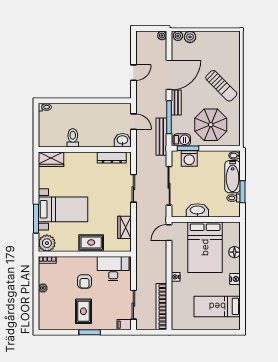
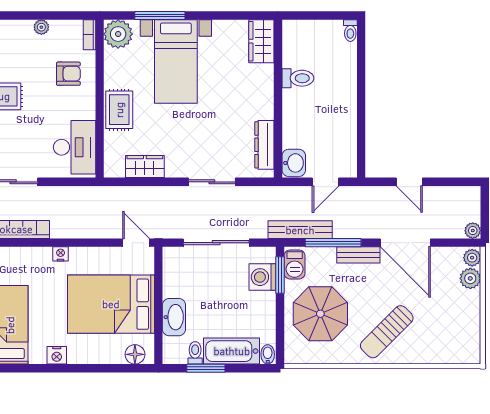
washbasin: (197, 210) -> (174, 317), moved
floor lamp: (234, 252) -> (135, 354), moved
armchair: (84, 282) -> (68, 74), moved, turned 180

